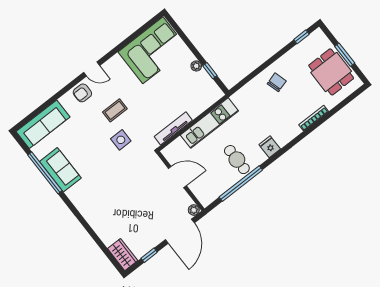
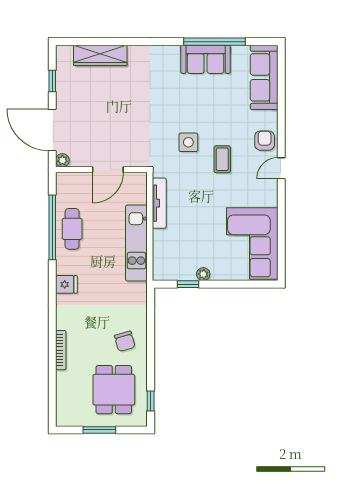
dining table: (331, 72) -> (114, 390), moved, turned 90
cafe table: (237, 160) -> (72, 229), moved, turned 90
wardrobe: (123, 255) -> (100, 55), moved, width x1.50

